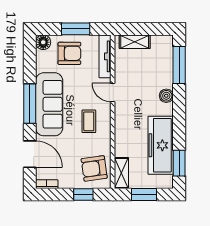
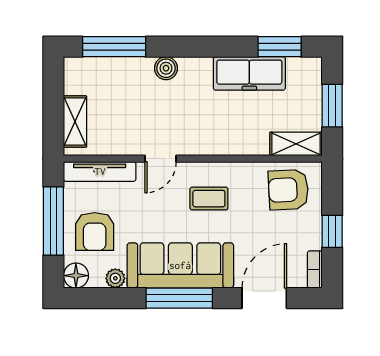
window: (76, 29) -> (53, 221), width x1.44
armchair: (69, 53) -> (95, 231), turned 180
plant: (42, 66) -> (115, 278), added
freezer: (161, 145) -> (249, 73), width x0.73, depth x0.79
armchair: (94, 168) -> (288, 190), turned 95
window: (83, 194) -> (332, 231), moved

